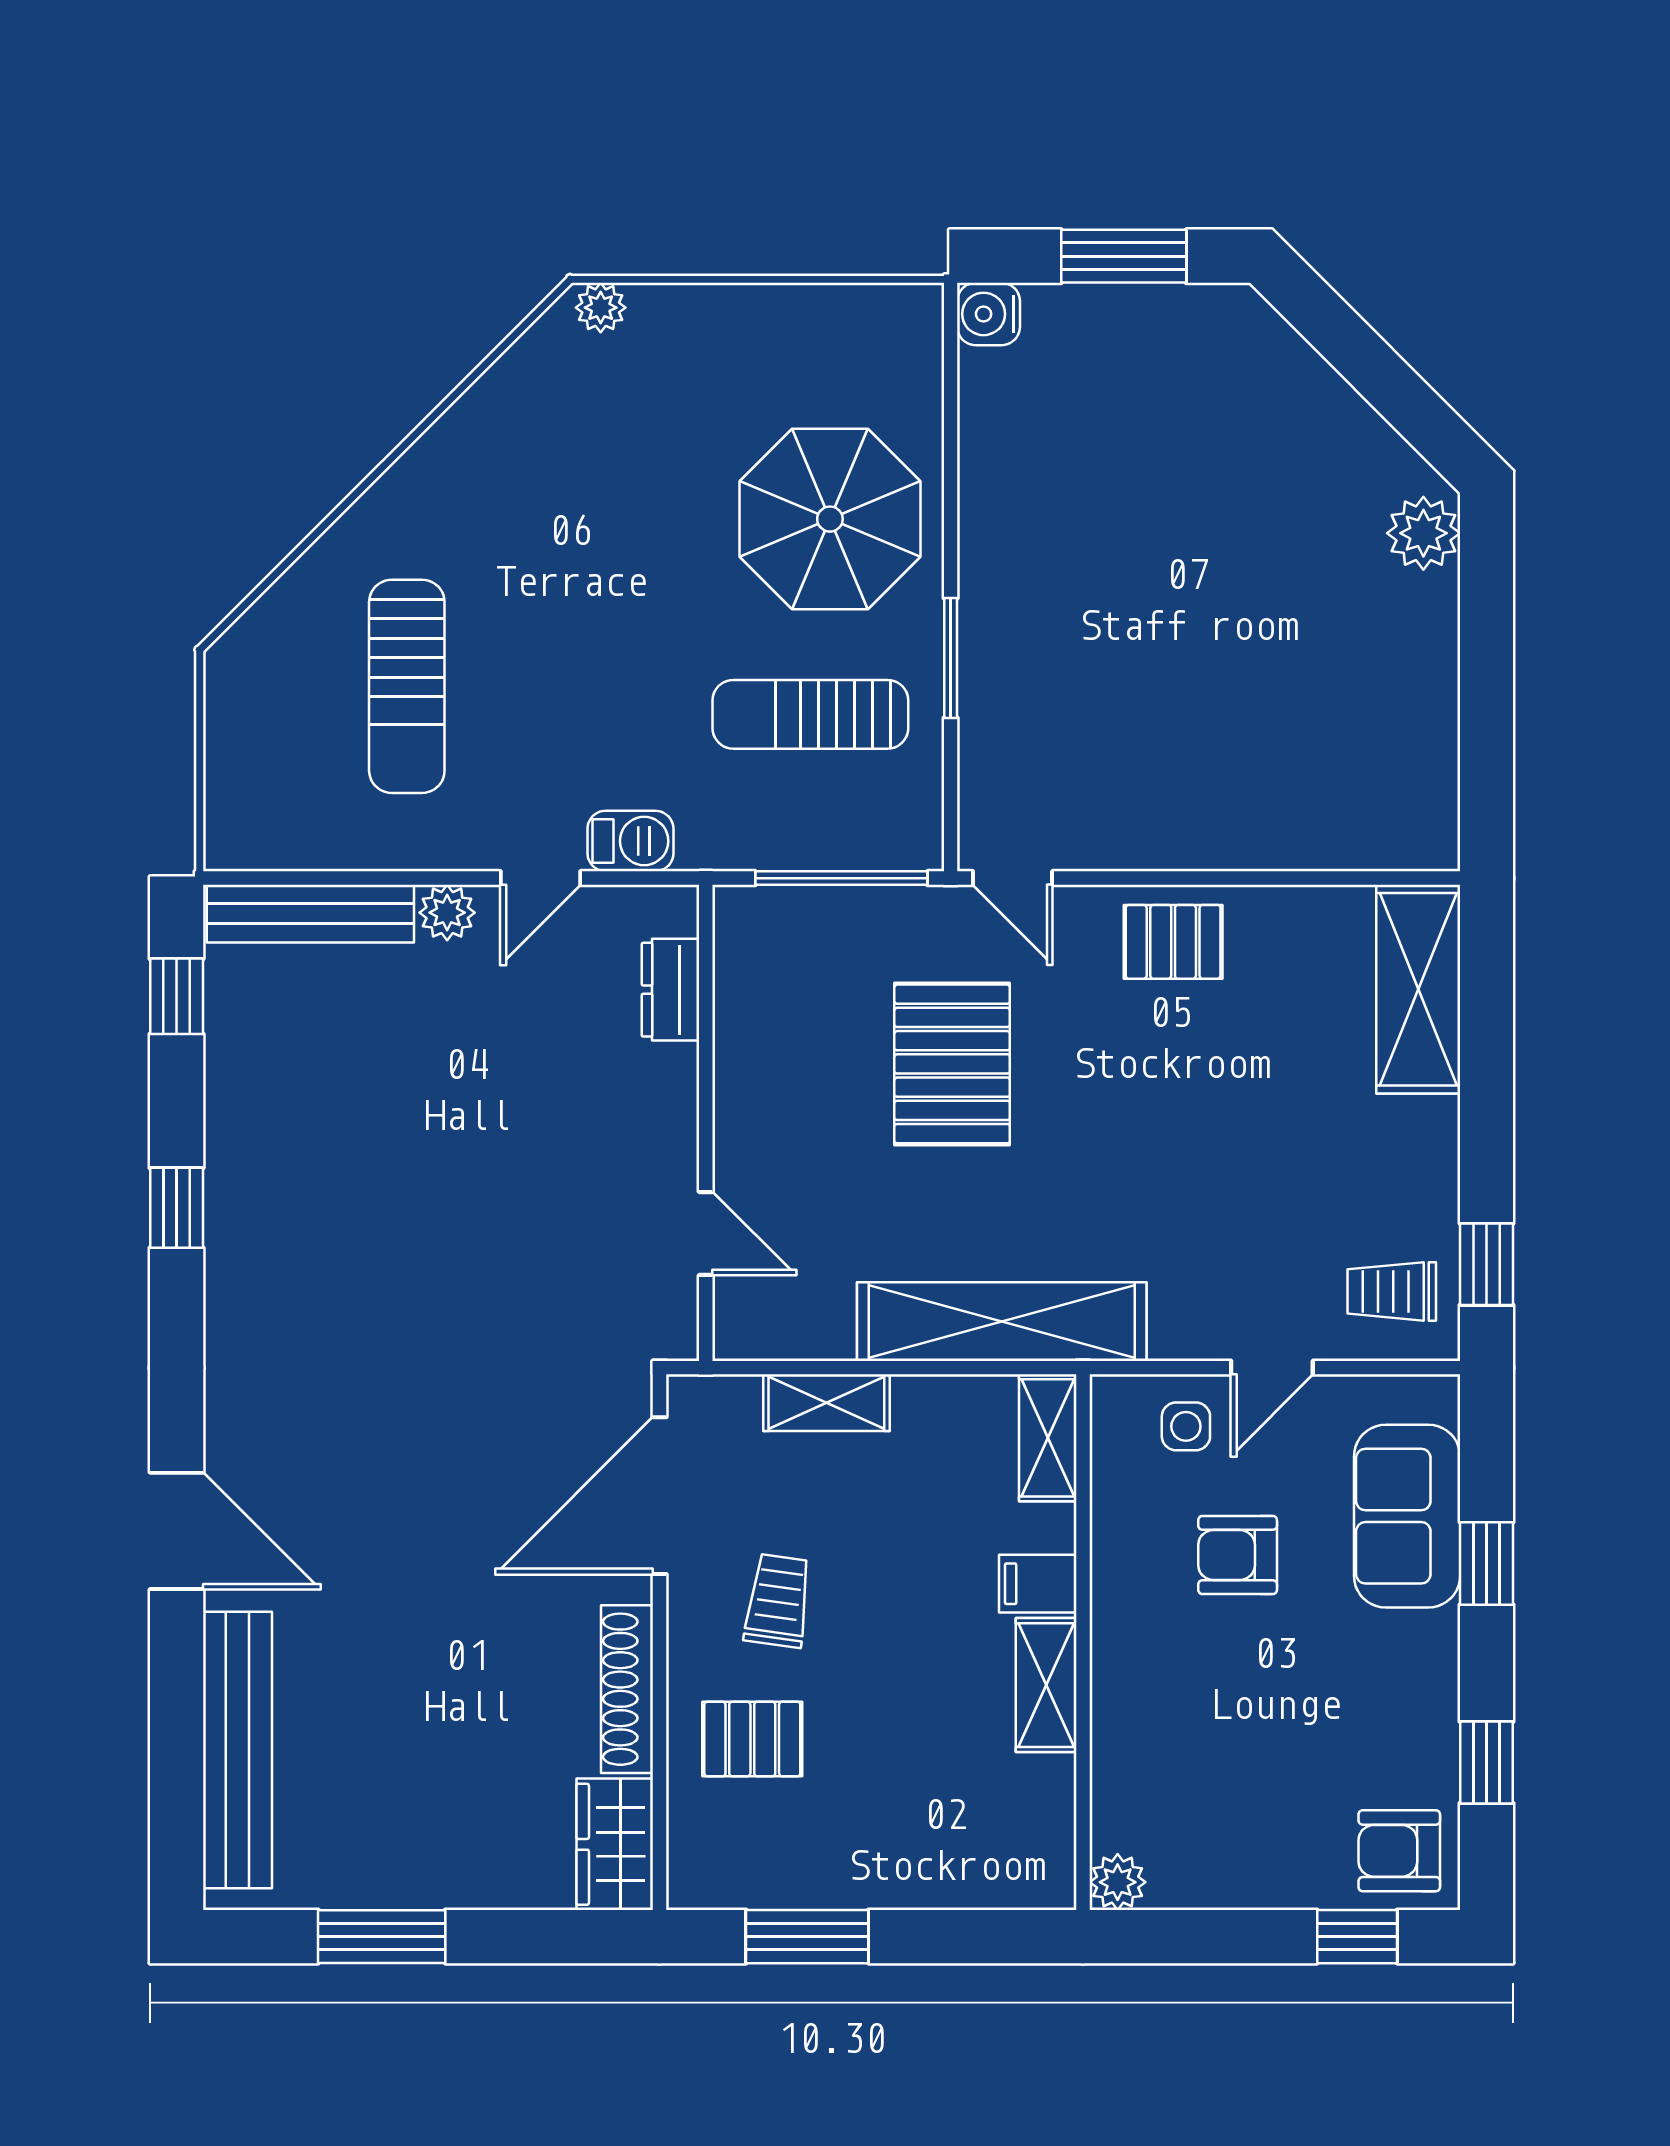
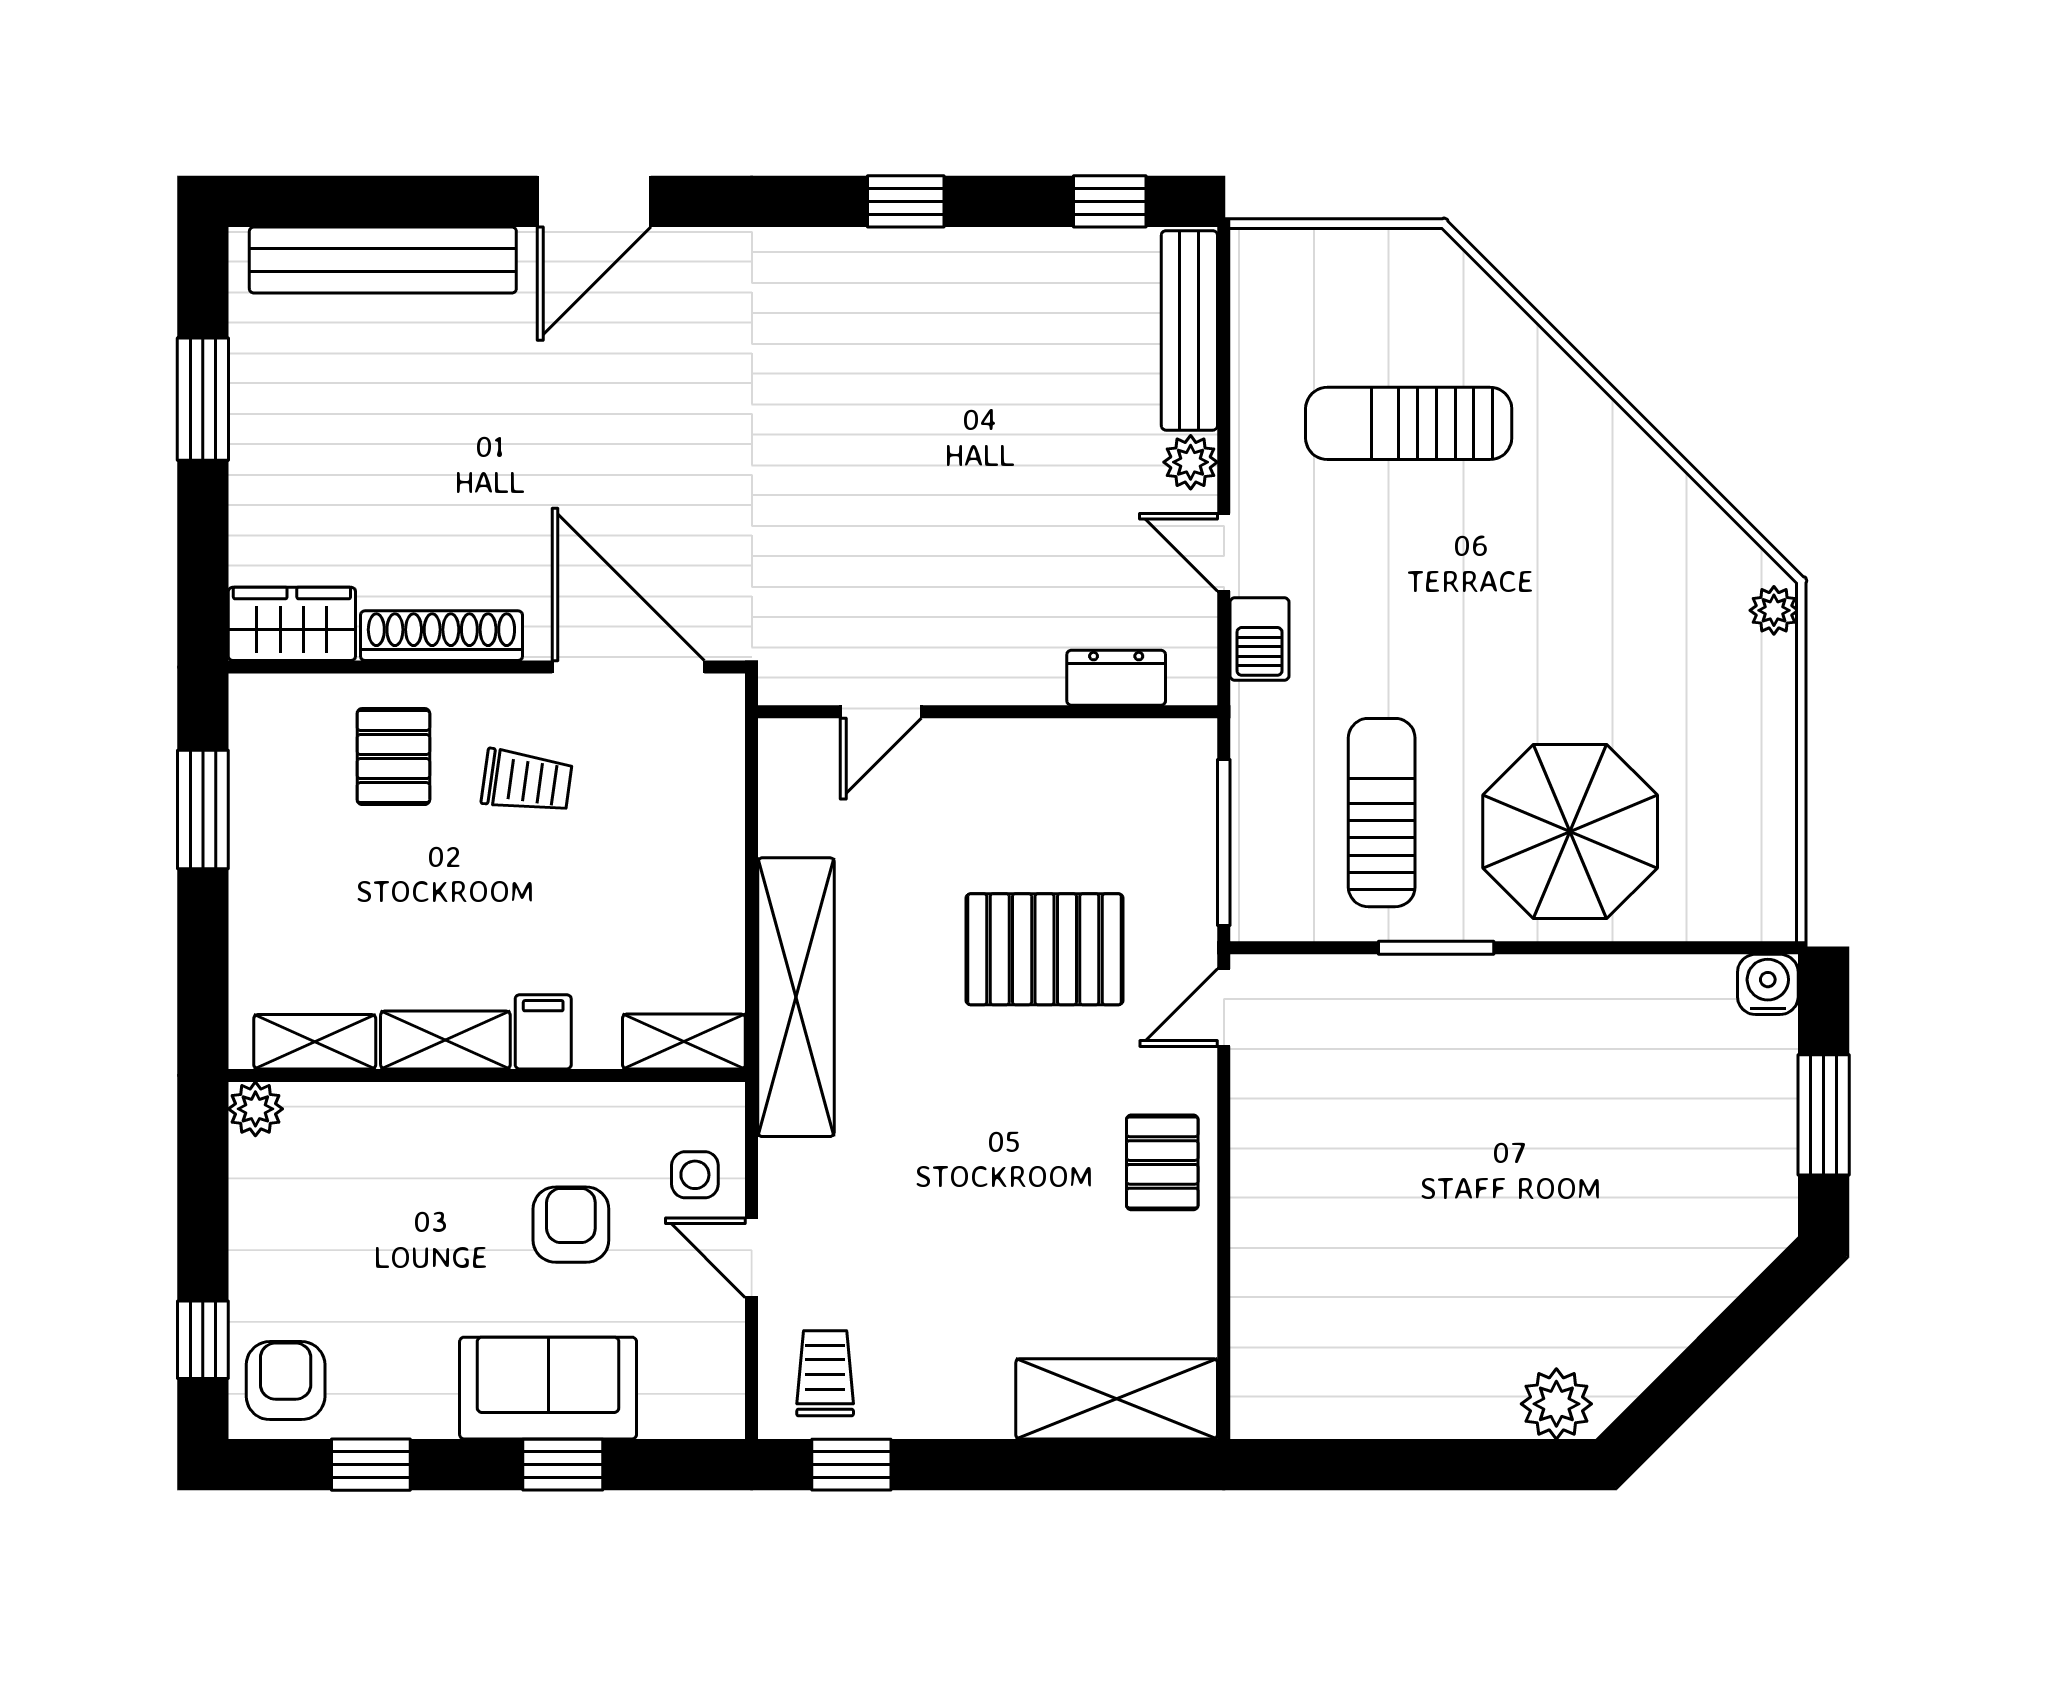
shelving: (826, 1403) -> (315, 1042), moved, turned 90
sofa: (1407, 1516) -> (548, 1388), moved

